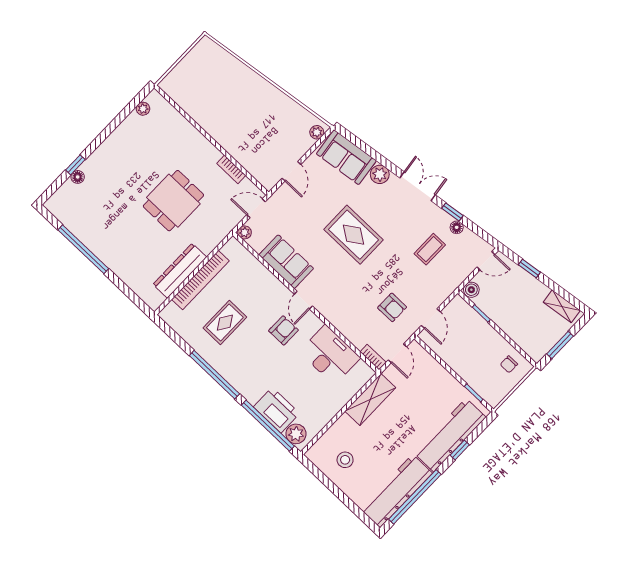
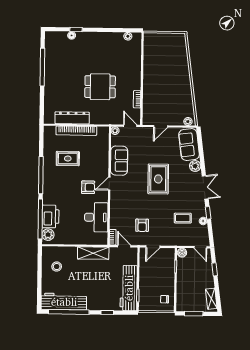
door: (397, 353) -> (124, 246), swing flipped
workbench: (450, 435) -> (129, 288), moved, turned -90

